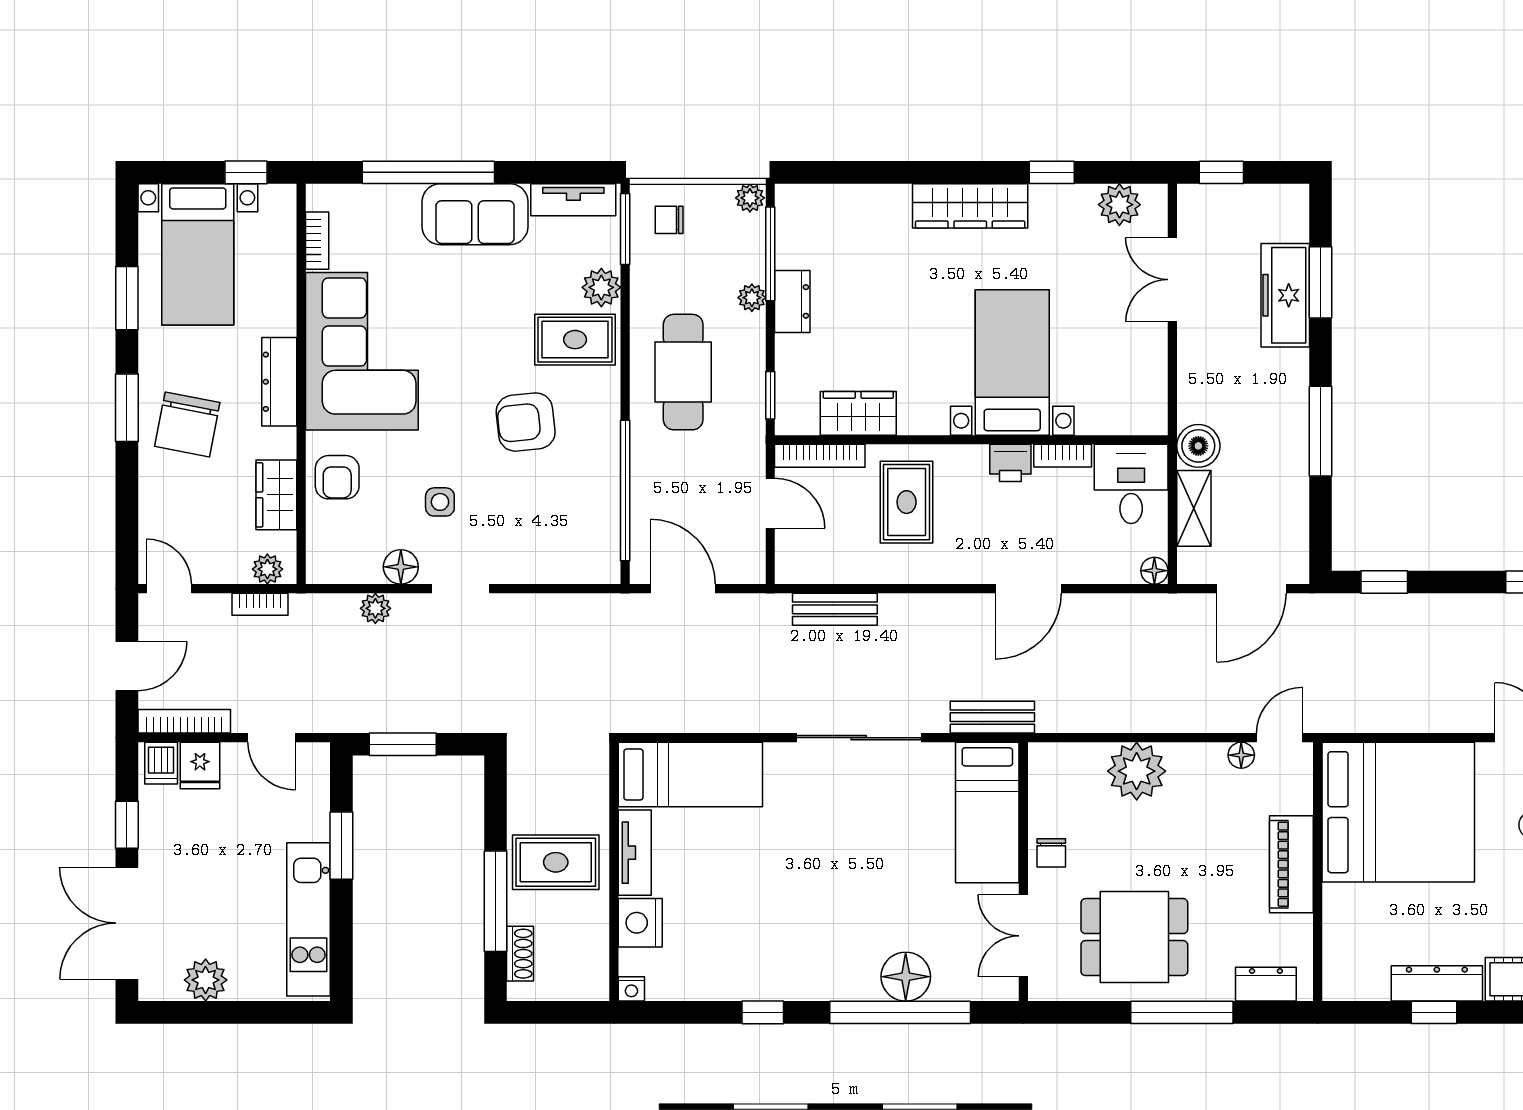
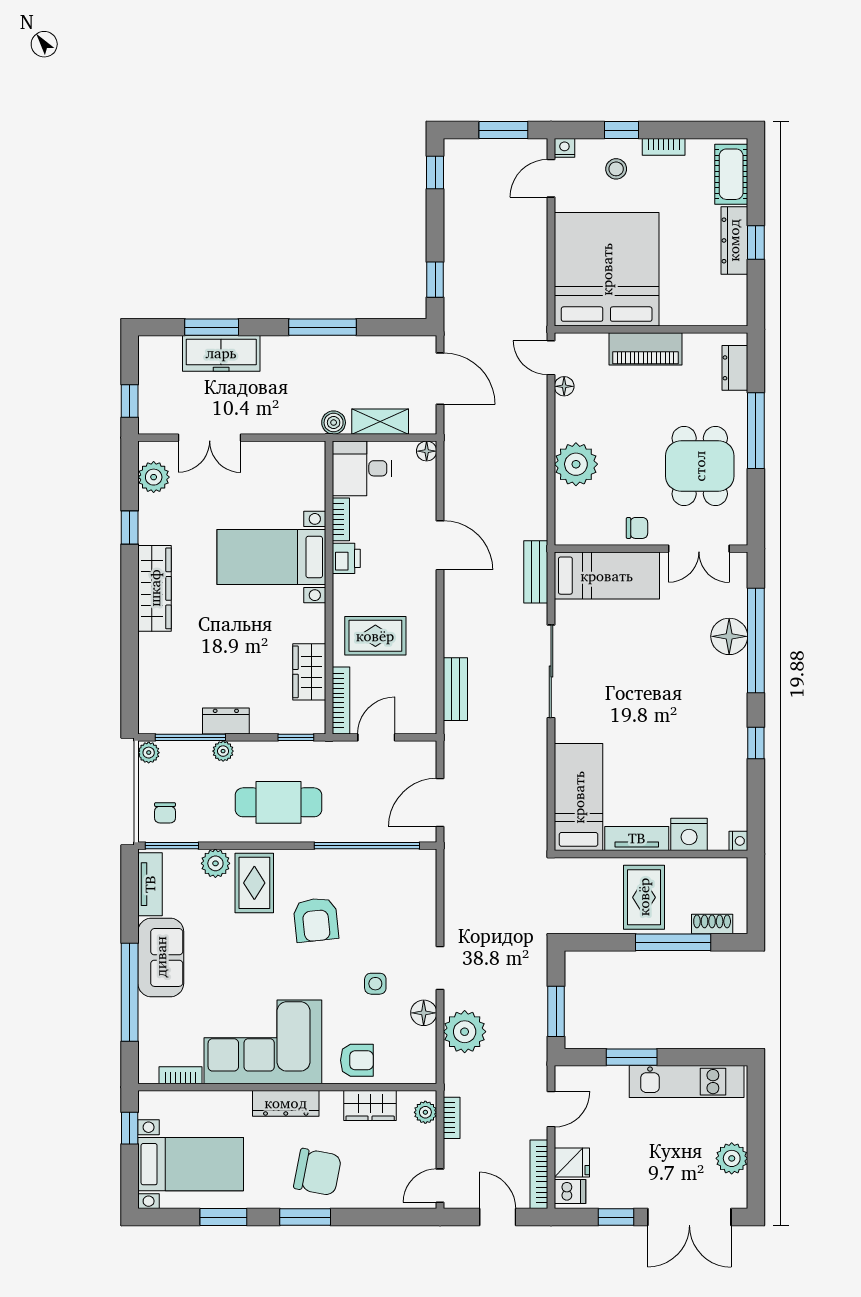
boiler: (1198, 446) -> (334, 423), width x0.73, depth x0.73
plant: (375, 608) -> (465, 1032), width x1.88, depth x1.88

